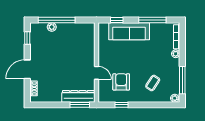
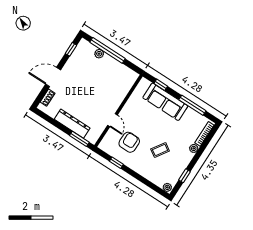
window: (182, 80) -> (184, 176), width x0.46
coffee table: (153, 83) -> (160, 150), moved
dresser: (78, 96) -> (72, 124), moved

